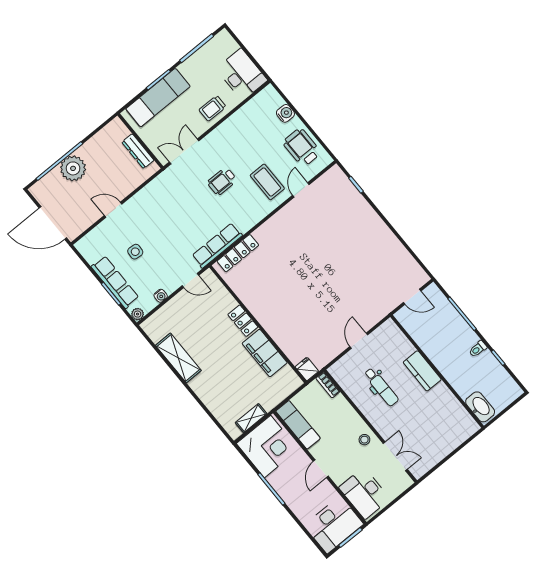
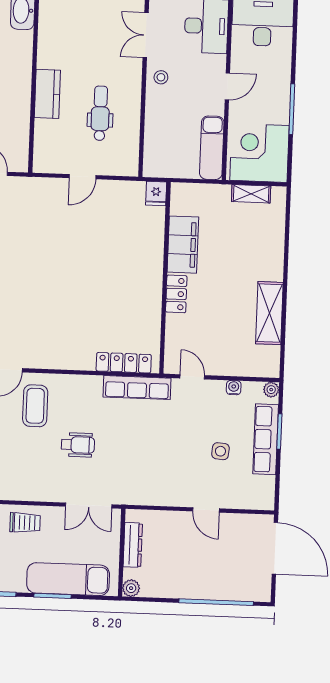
plant: (73, 168) -> (131, 588), moved, width x0.53, depth x0.53
bookcase: (328, 385) -> (150, 161), removed

